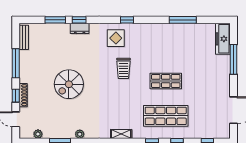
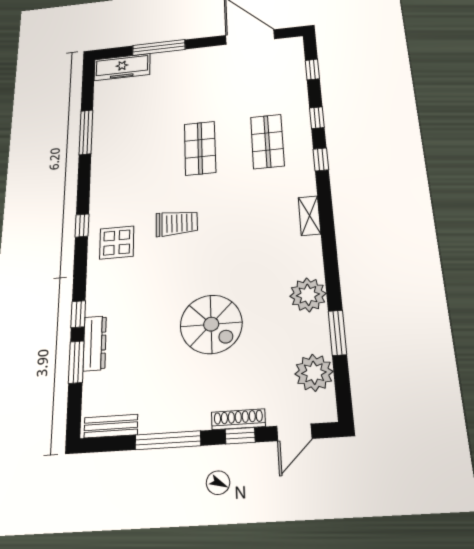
dresser: (80, 28) -> (95, 343), moved, width x1.44
shop shelf: (166, 116) -> (267, 141), width x0.70, depth x0.74
plant: (38, 134) -> (314, 373), width x1.87, depth x1.87
plant: (80, 134) -> (308, 295), width x1.88, depth x1.88

